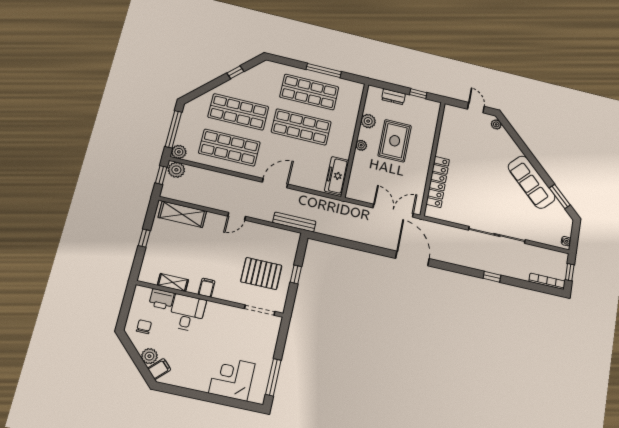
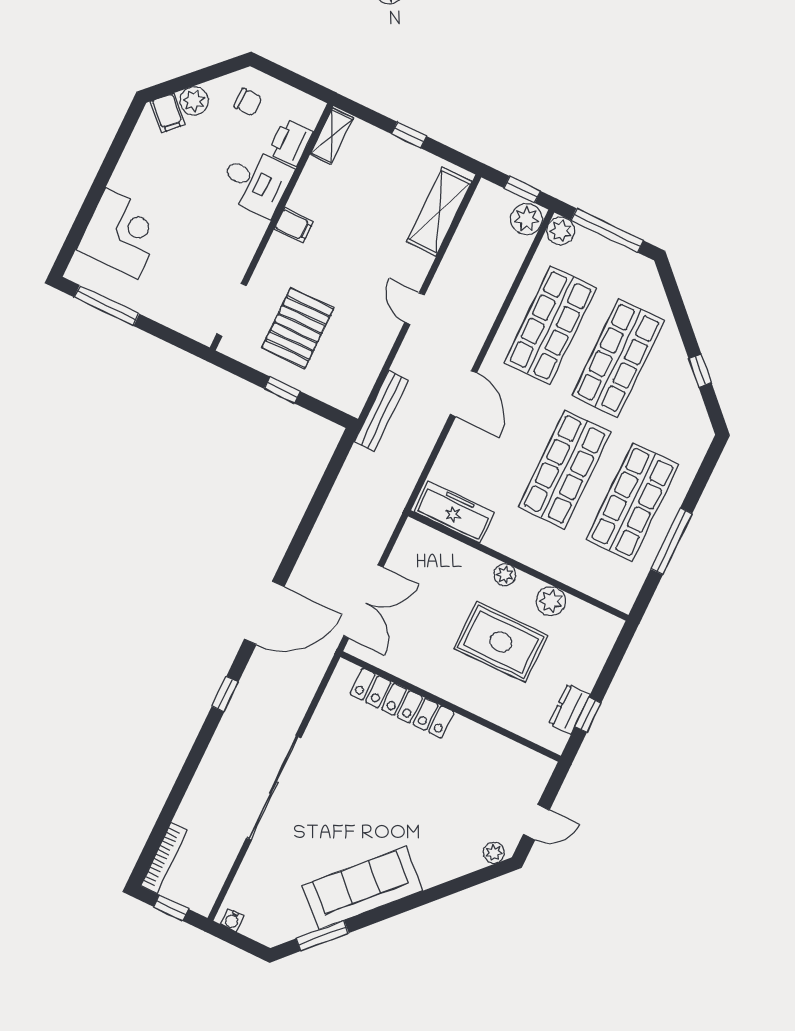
dresser: (393, 97) -> (569, 709), moved
window: (492, 277) -> (225, 694), moved
shelving: (173, 283) -> (332, 136), moved

